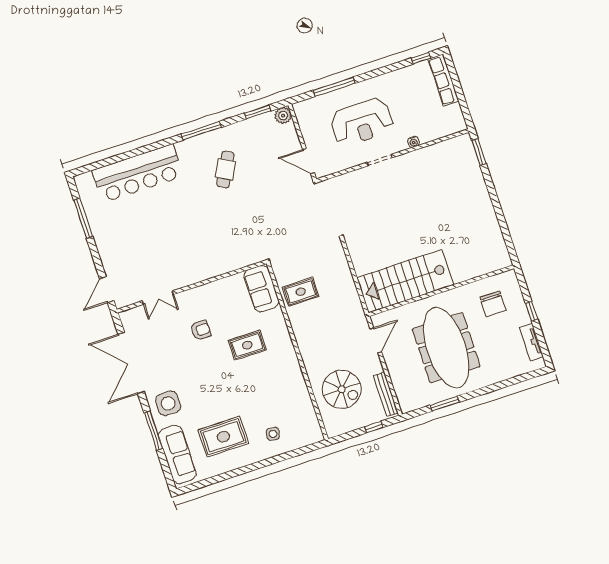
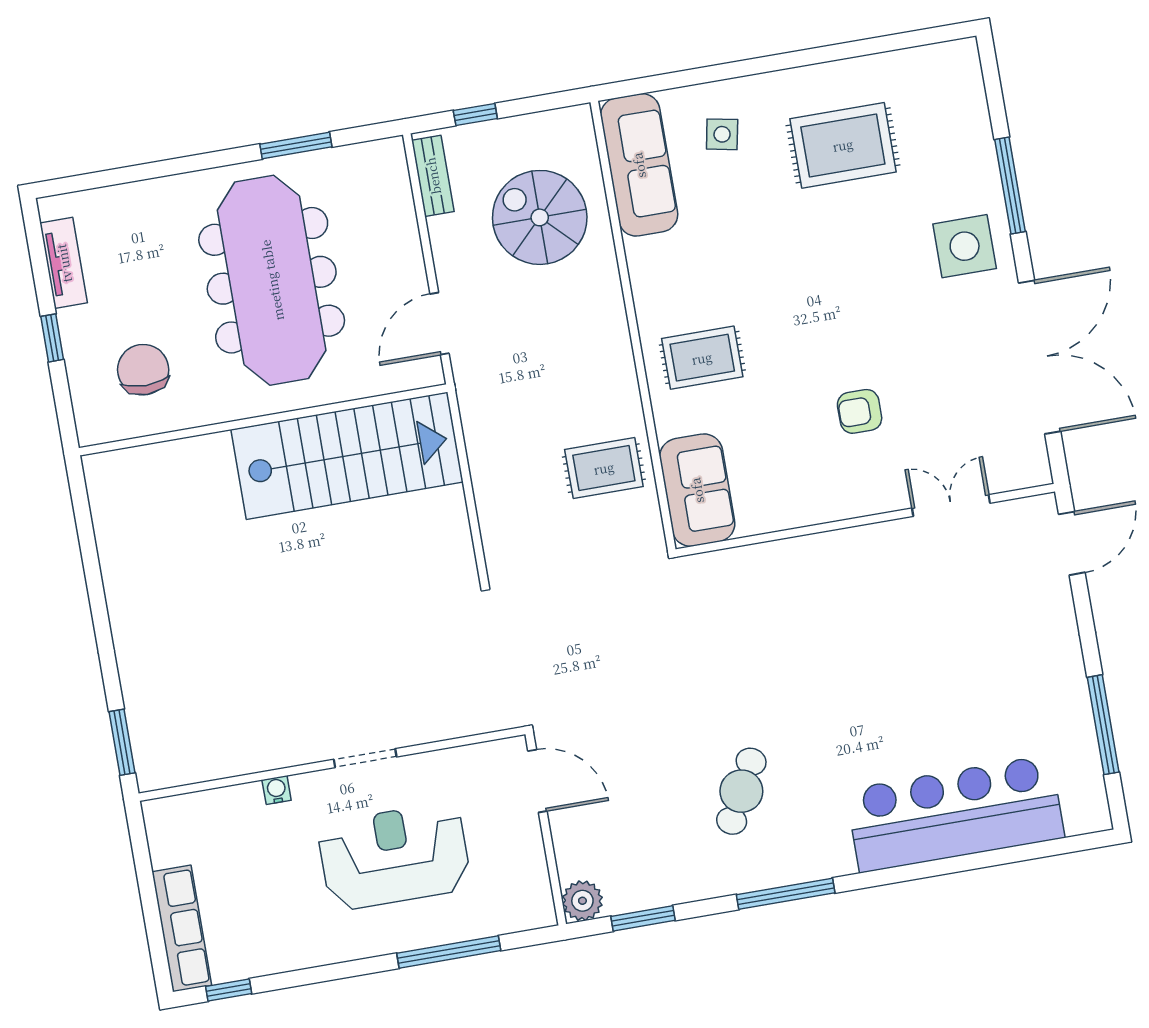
rug: (247, 345) -> (702, 358), moved
bench: (386, 394) -> (433, 176), width x0.73
sofa: (177, 454) -> (639, 165), moved, turned 180

